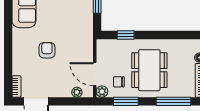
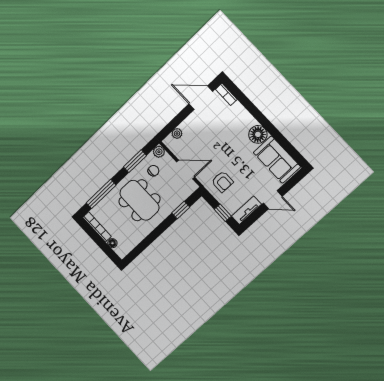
floor lamp: (21, 37) -> (258, 134), added
armchair: (47, 50) -> (222, 182), moved
door: (95, 74) -> (186, 169), moved

